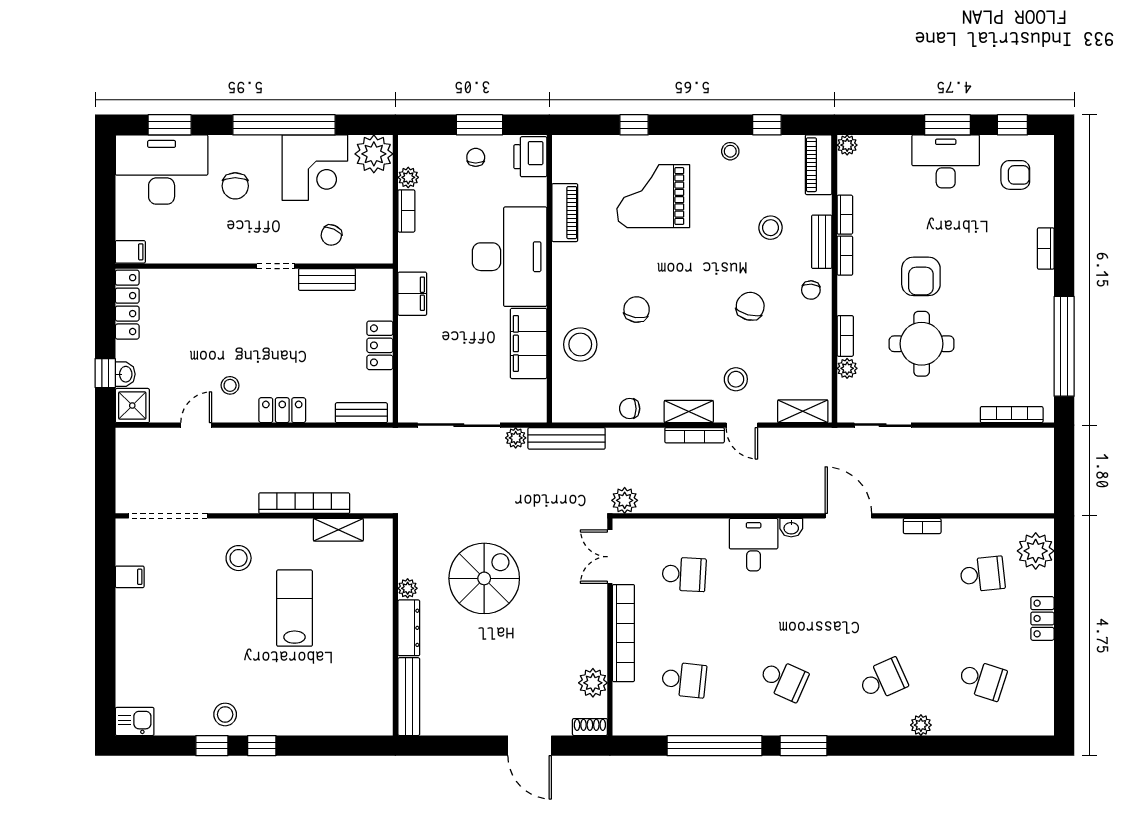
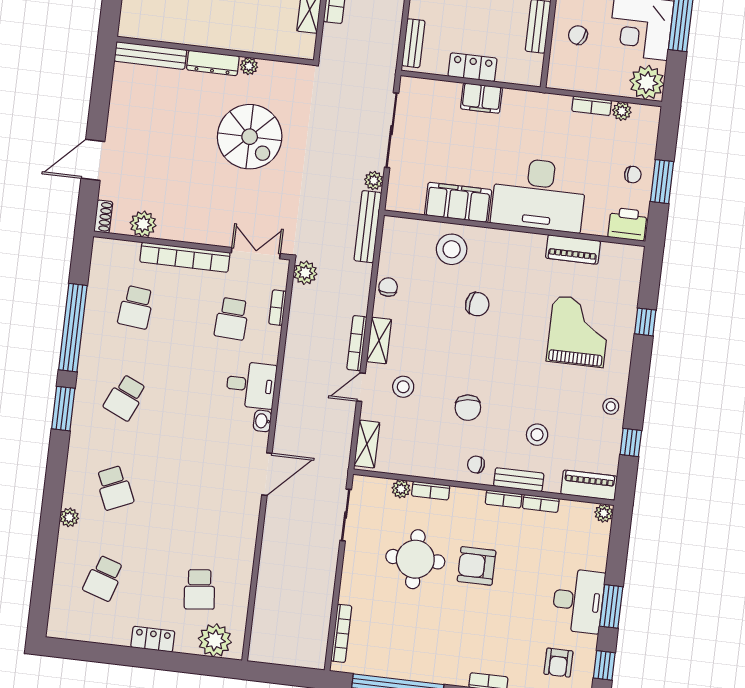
filing cabinet: (412, 294) -> (481, 98), moved
chair: (750, 306) -> (468, 408), turned 67
bookcase: (922, 526) -> (277, 308), moved

